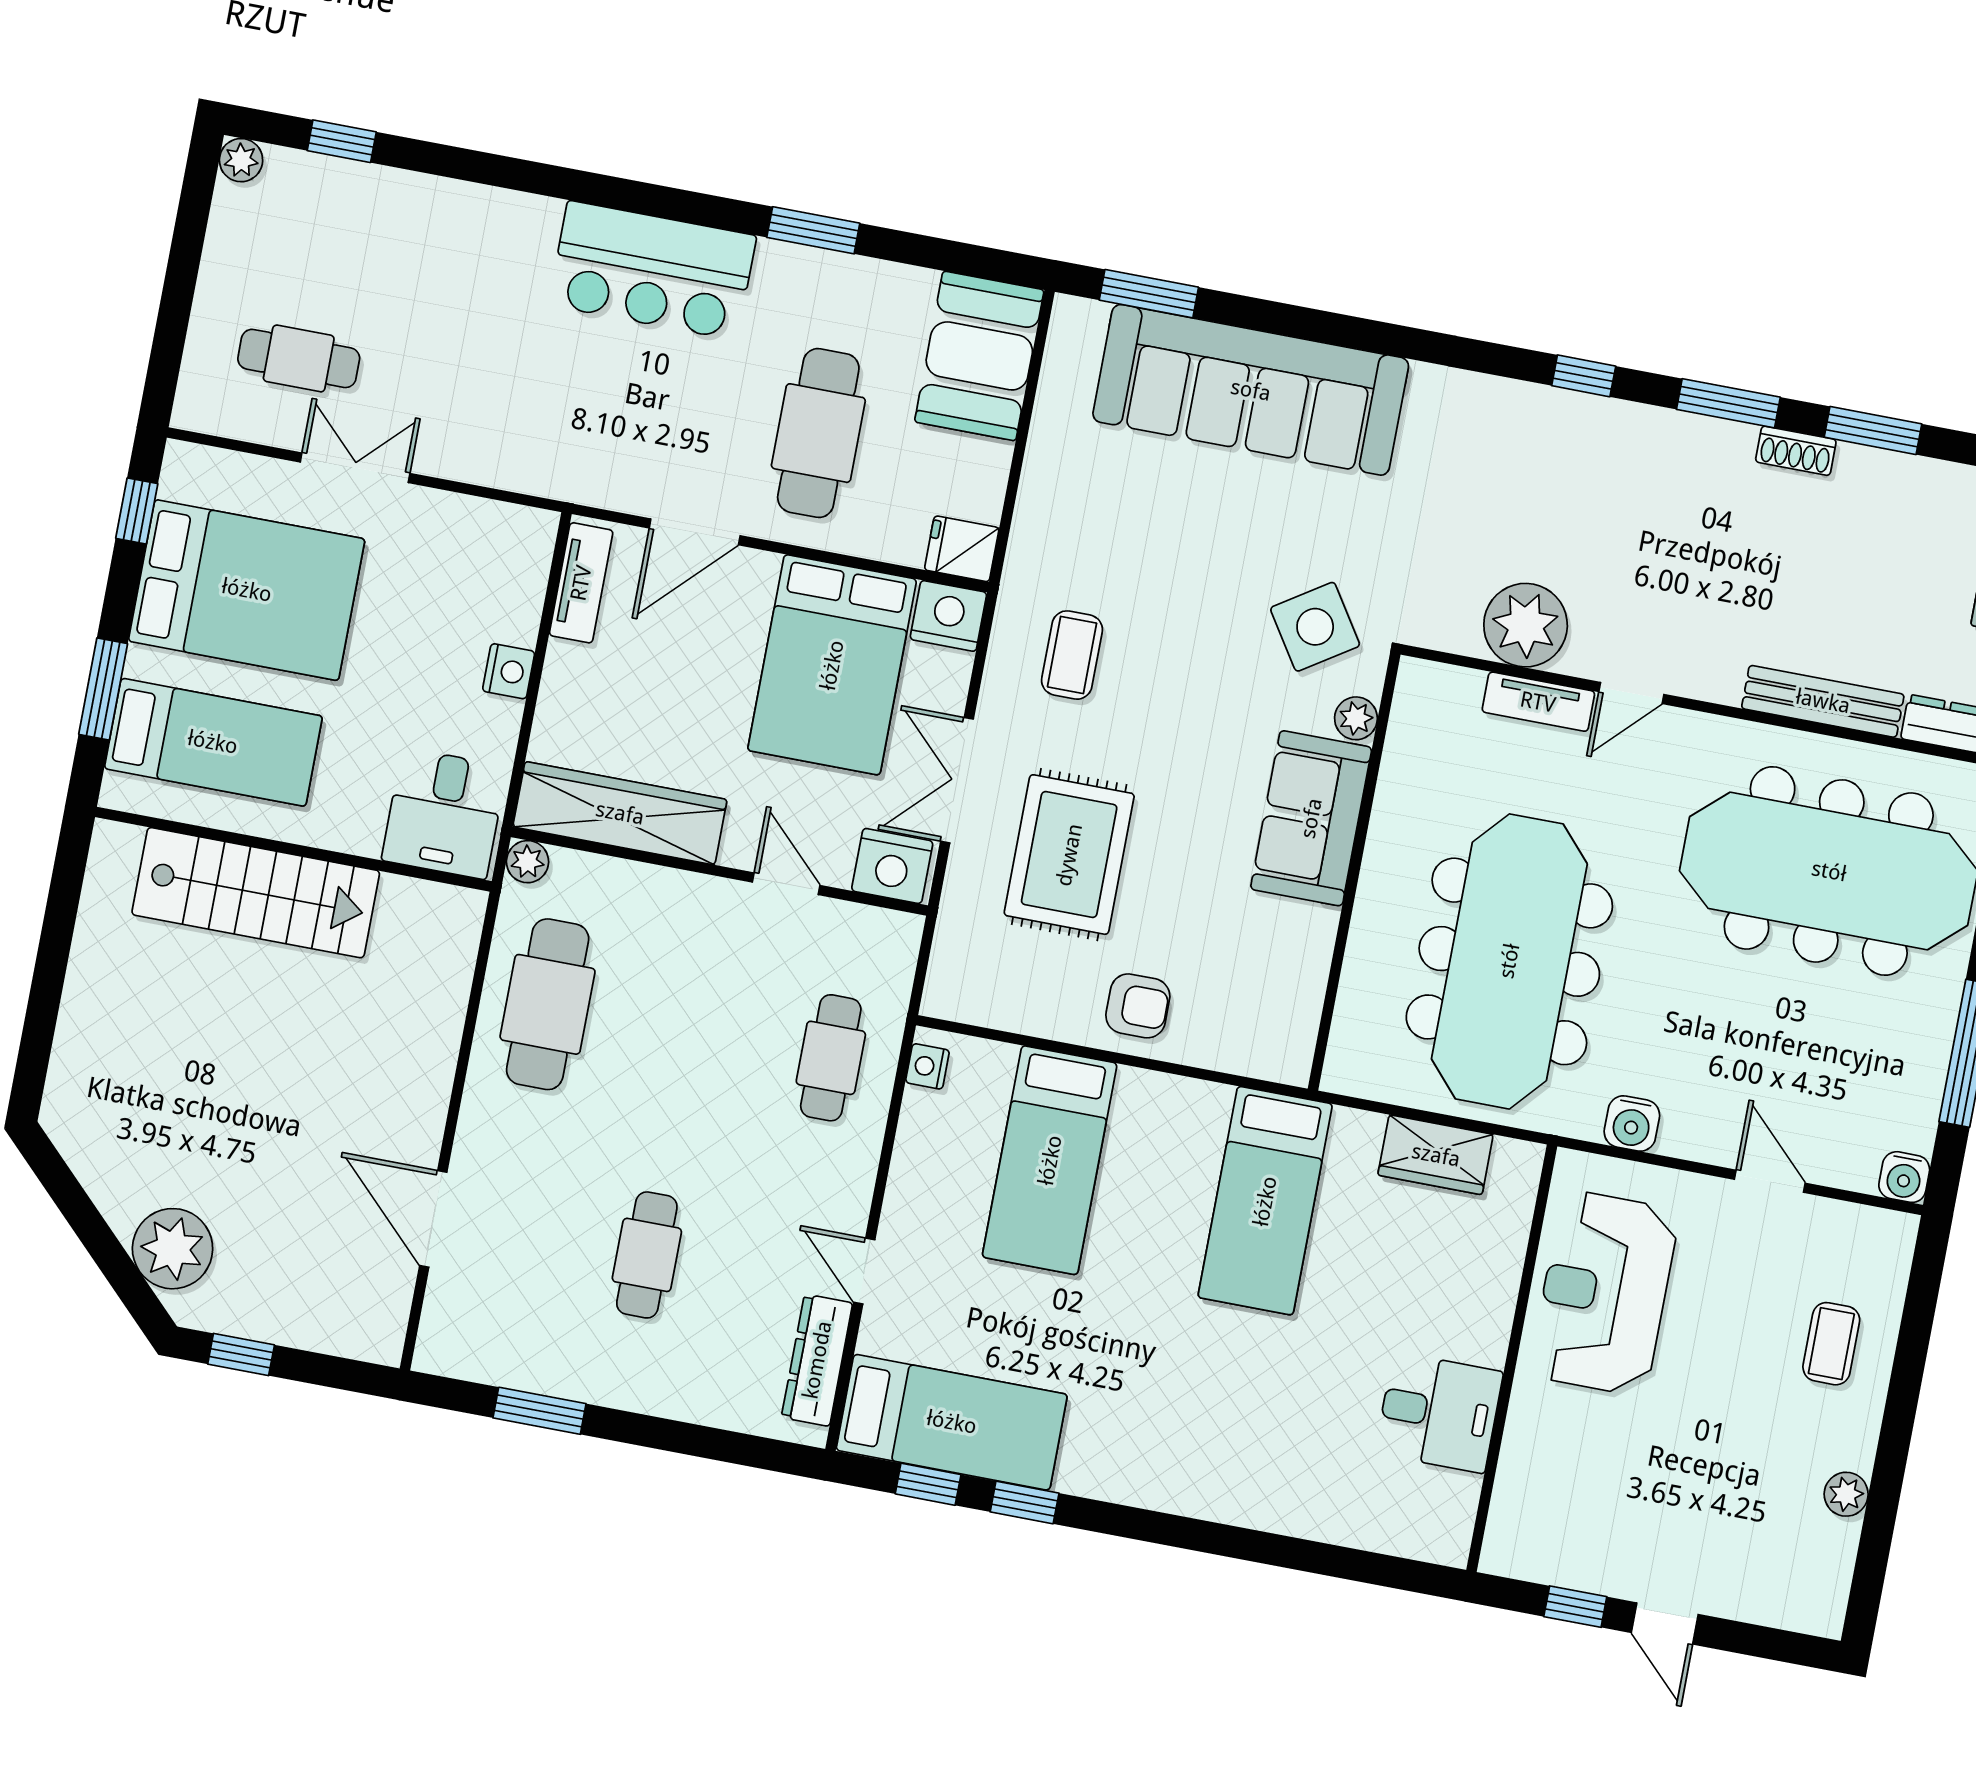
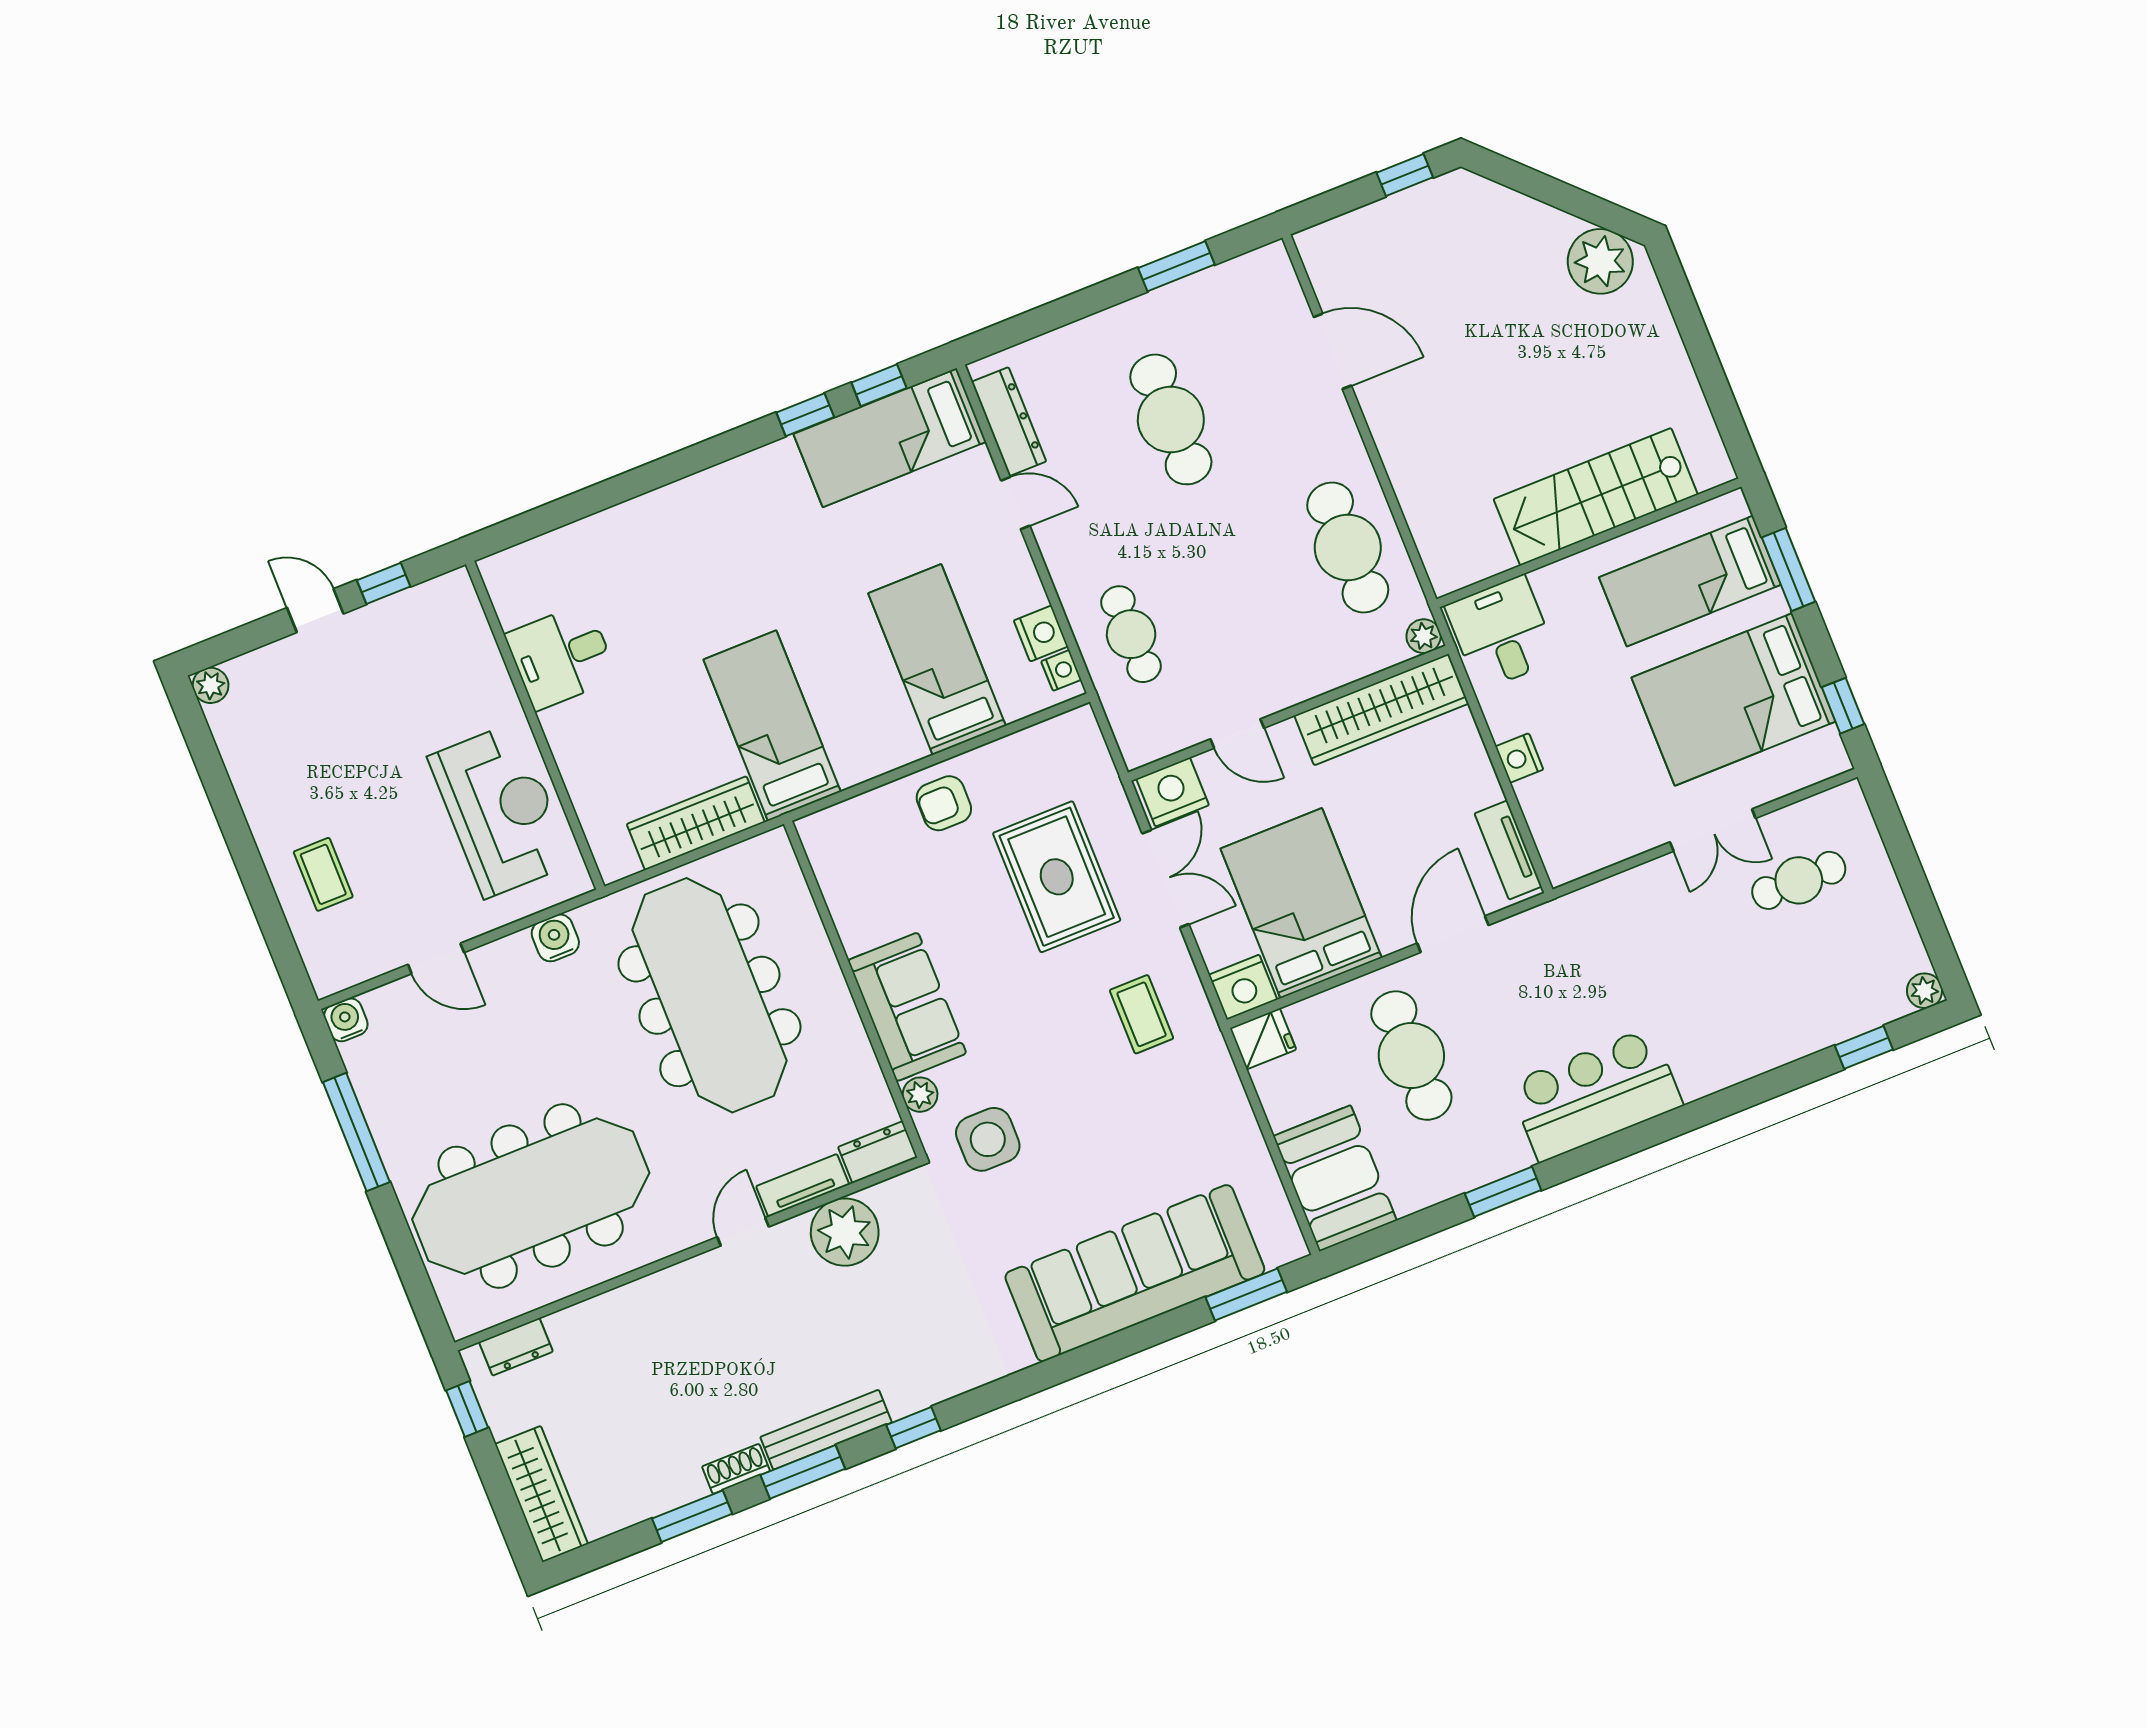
side table: (1315, 627) -> (988, 1139), turned 33
dresser: (1438, 687) -> (878, 1152), added
bench: (1823, 701) -> (826, 1430), moved
nightstand: (924, 1118) -> (1041, 633), added
wardrobe: (1436, 1155) -> (696, 823), width x1.50
plant: (173, 1249) -> (1600, 261), moved
cafe table: (647, 1255) -> (1171, 419), width x1.37, depth x1.35
plant: (1846, 1494) -> (211, 685), moved

